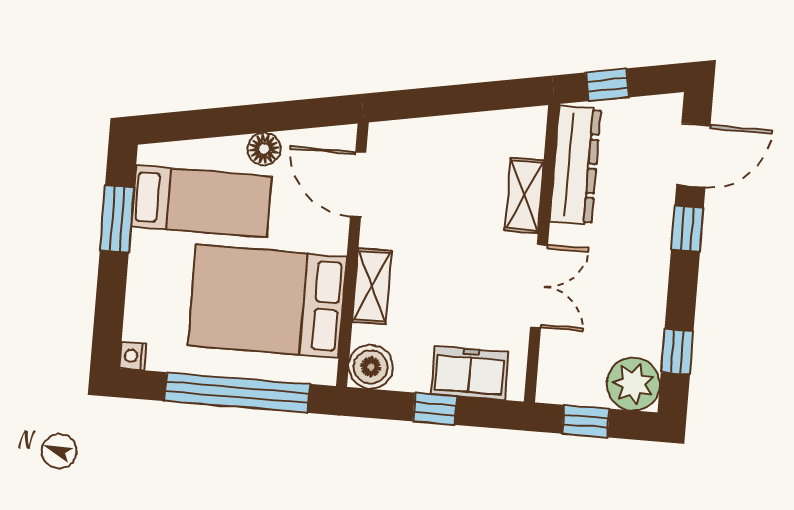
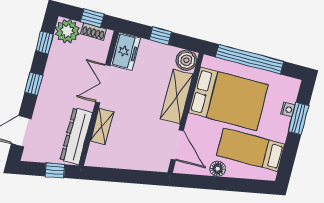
window: (117, 219) -> (299, 119), moved
window: (687, 229) -> (34, 84), moved
shelving: (372, 286) -> (177, 96), width x1.50, depth x1.33
nightstand: (133, 356) -> (288, 110), moved
freezer: (470, 373) -> (125, 51), moved, turned -90
shoe rack: (578, 394) -> (94, 31), added

